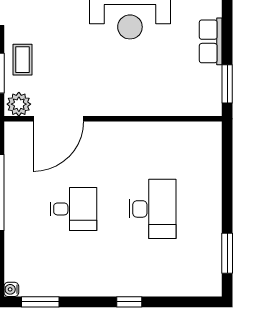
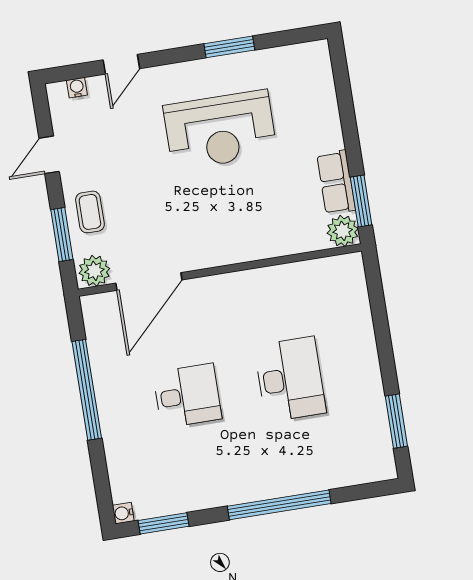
row of seats: (211, 41) -> (336, 182), moved
plant: (210, 104) -> (343, 231), added
window: (129, 302) -> (279, 505), width x3.17

